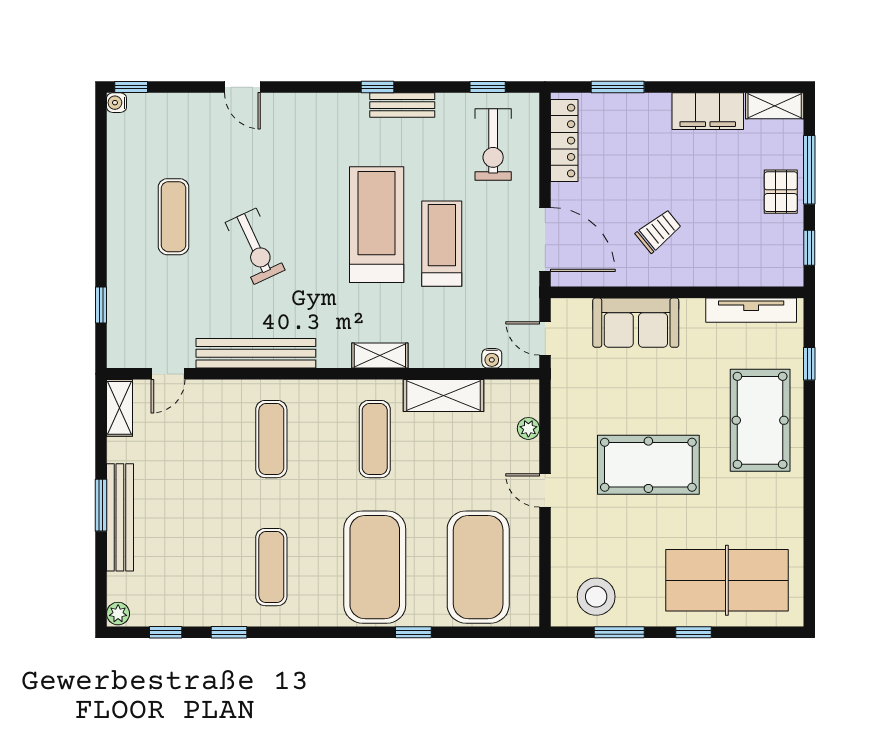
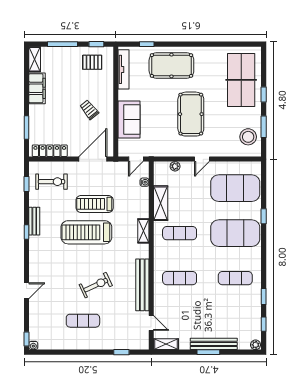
pallet: (781, 192) -> (92, 62), moved

